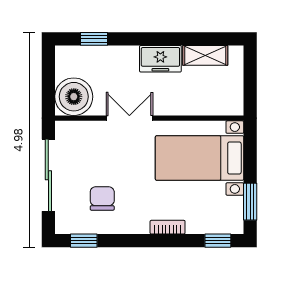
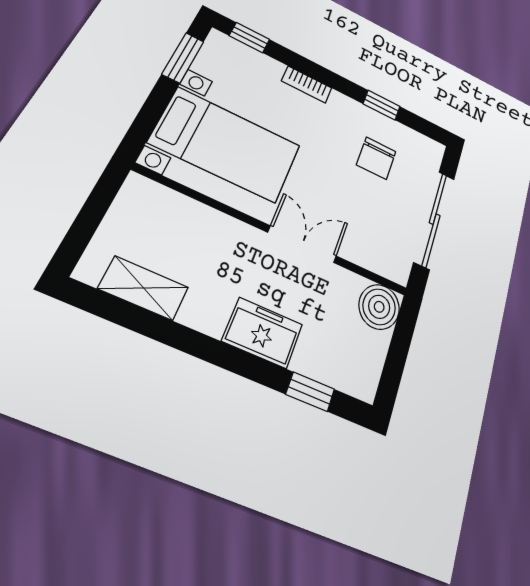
freezer: (160, 59) -> (263, 333), moved
boiler: (74, 97) -> (379, 307), width x0.73, depth x0.73
double door: (129, 118) -> (302, 244), swing flipped
window: (84, 241) -> (382, 105), moved

